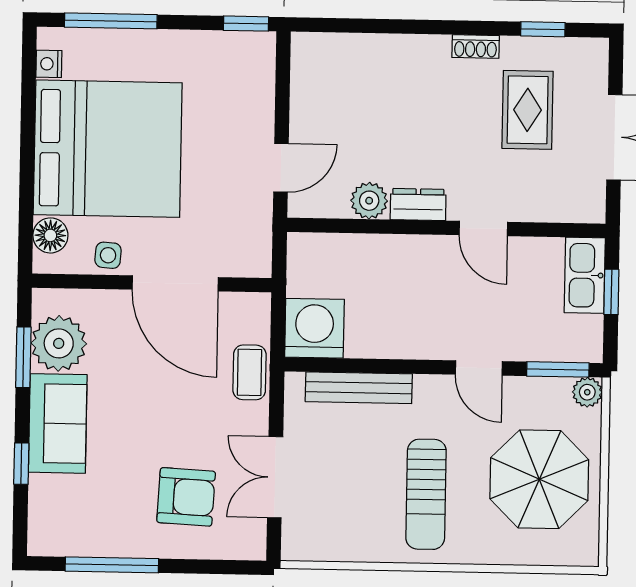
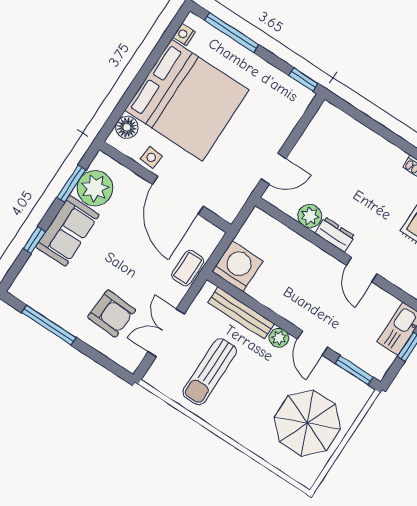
plant: (587, 392) -> (279, 338), moved
sun lounger: (426, 494) -> (210, 372), moved

